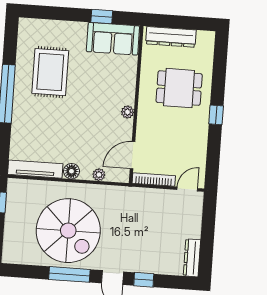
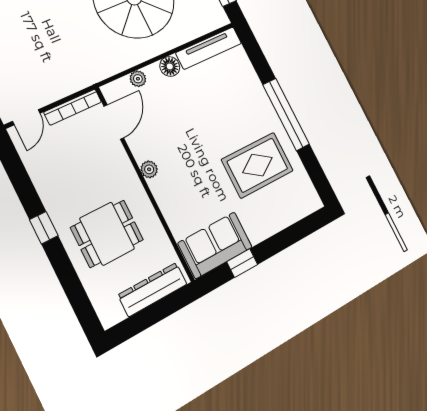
rug: (50, 72) -> (257, 165), turned 90

